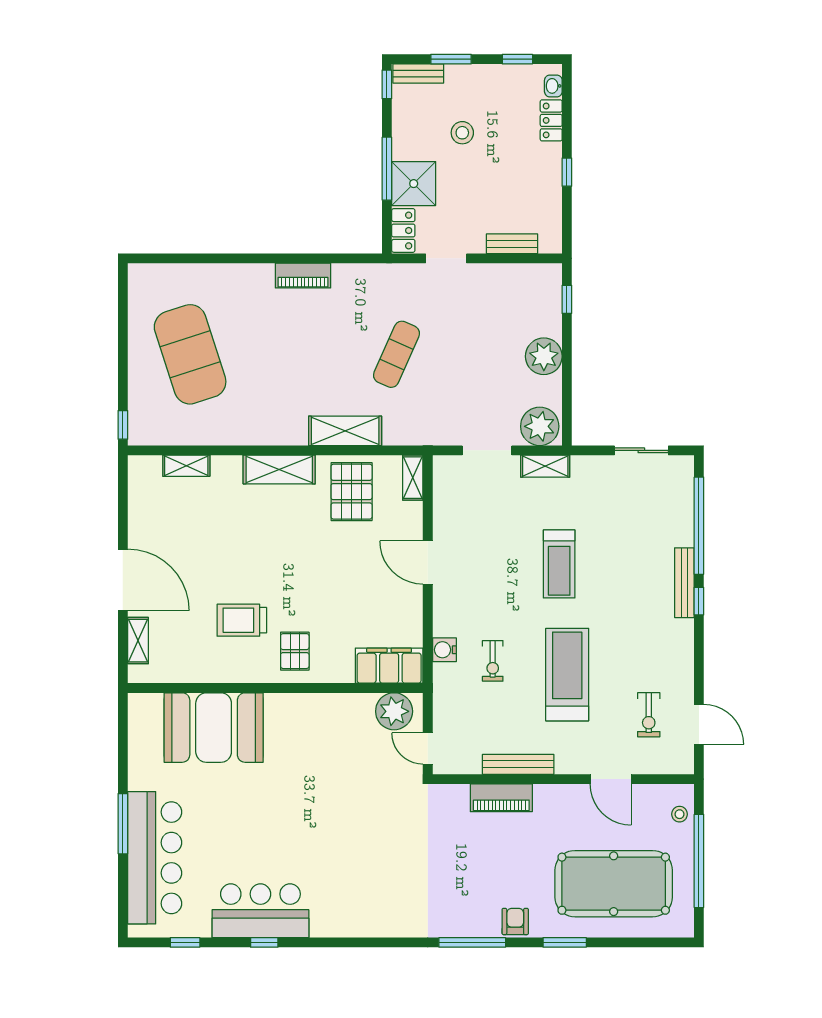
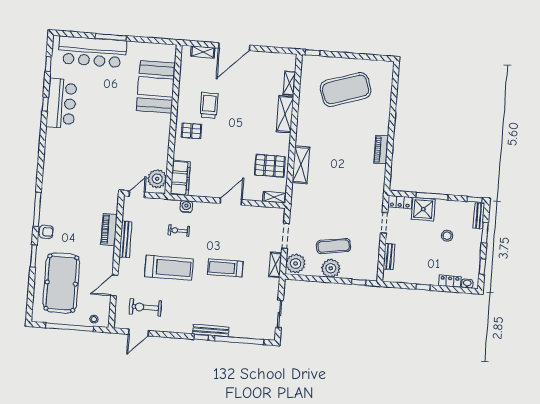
exercise mat: (396, 354) -> (334, 246), moved, turned -33
shelving: (279, 470) -> (285, 114), moved
exercise bike: (649, 715) -> (145, 307), width x1.38, depth x1.39

